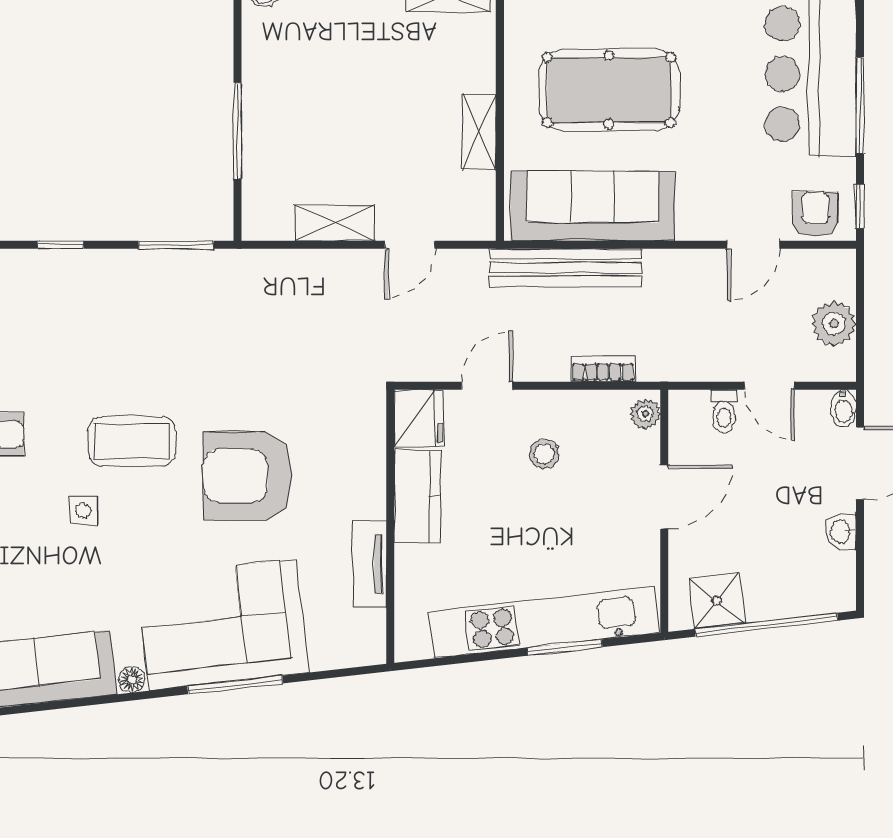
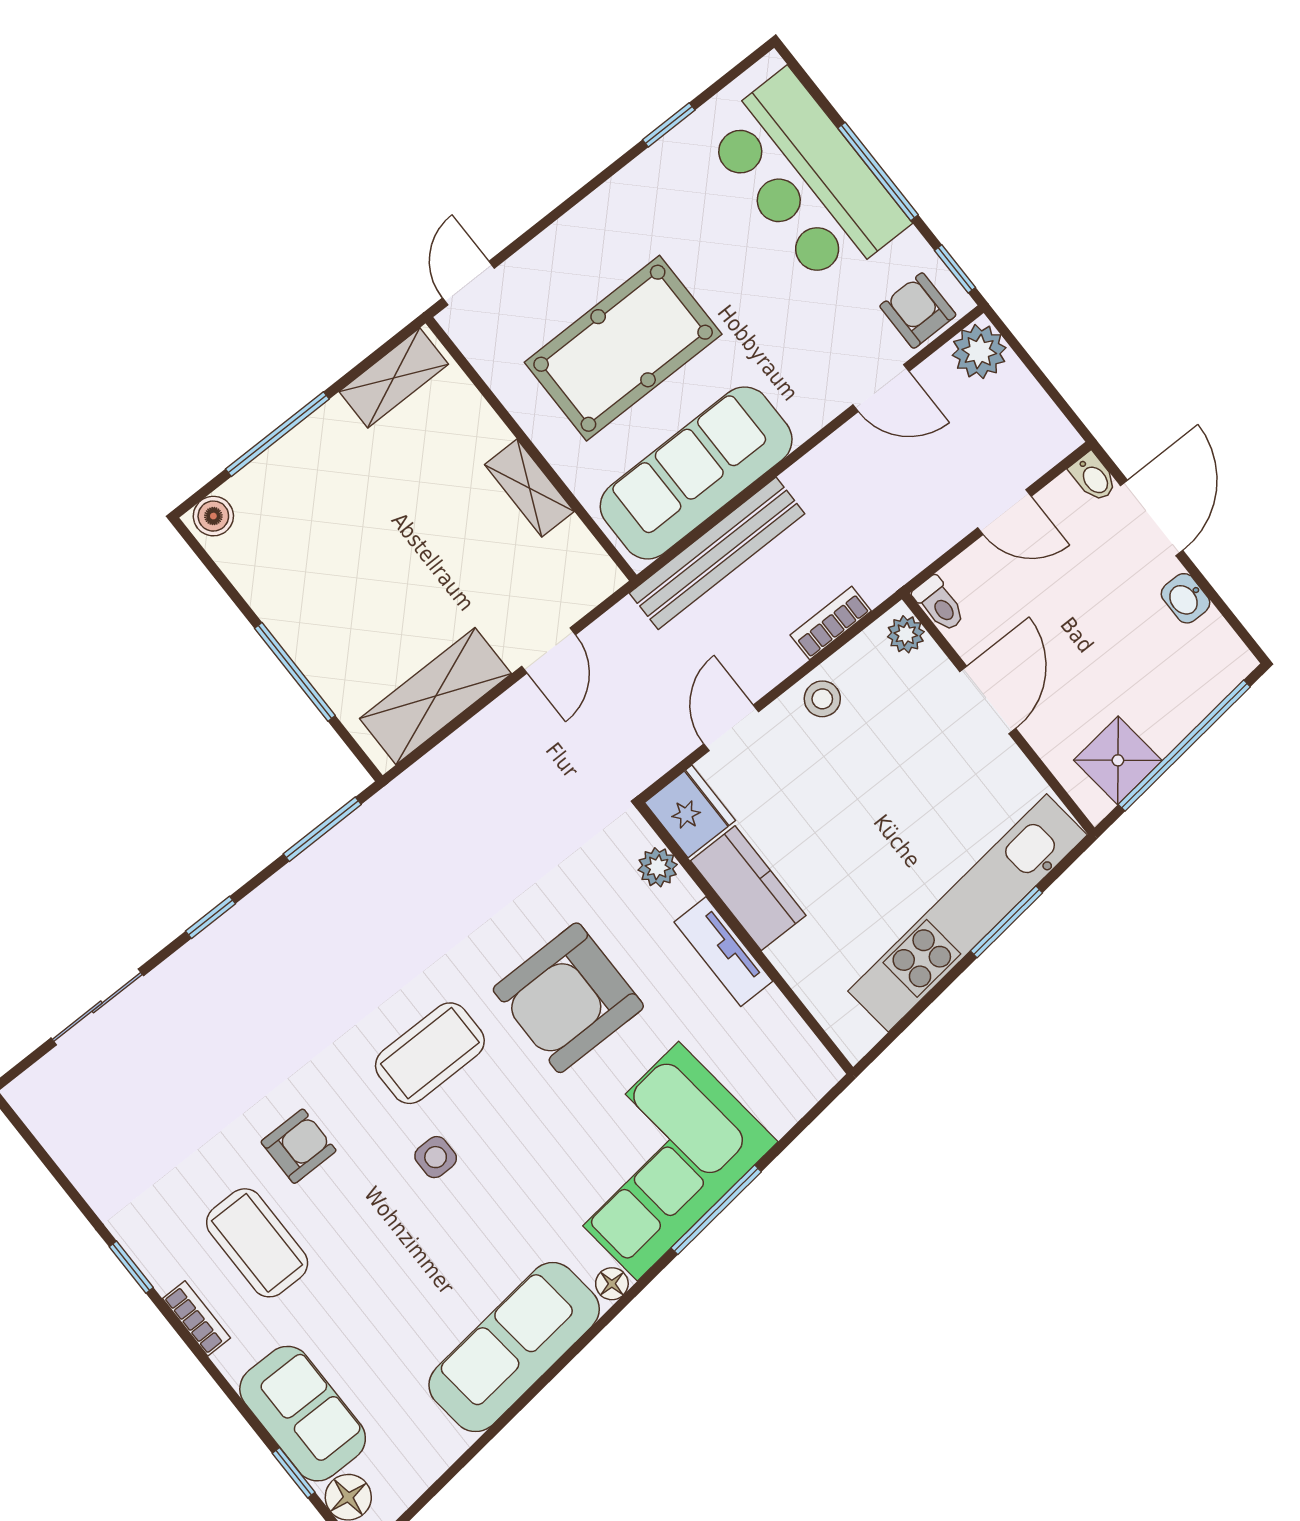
shelving: (335, 223) -> (435, 696), width x1.50, depth x1.33
door: (753, 245) -> (881, 388), hinge flipped
plant: (834, 324) -> (979, 351), moved
toilet: (724, 412) -> (939, 604), moved
plant: (370, 437) -> (658, 867), added
stool: (544, 454) -> (822, 699), moved
tv unit: (370, 564) -> (723, 952), moved

